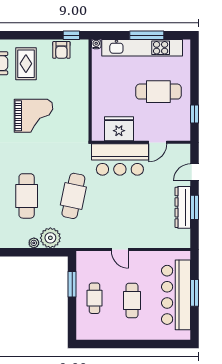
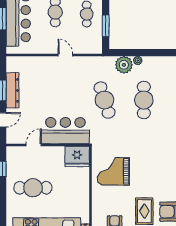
grand piano: (34, 116) -> (113, 171), moved
fridge: (119, 129) -> (77, 156), moved
cafe table: (73, 196) -> (104, 100), turned -30

